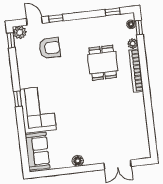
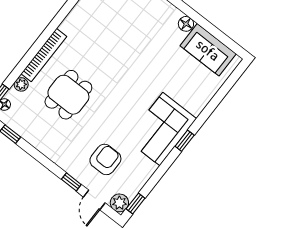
armchair: (50, 48) -> (105, 159), turned 90
corner sofa: (38, 109) -> (161, 129), moved
sofa: (37, 151) -> (208, 50), moved, turned -90

